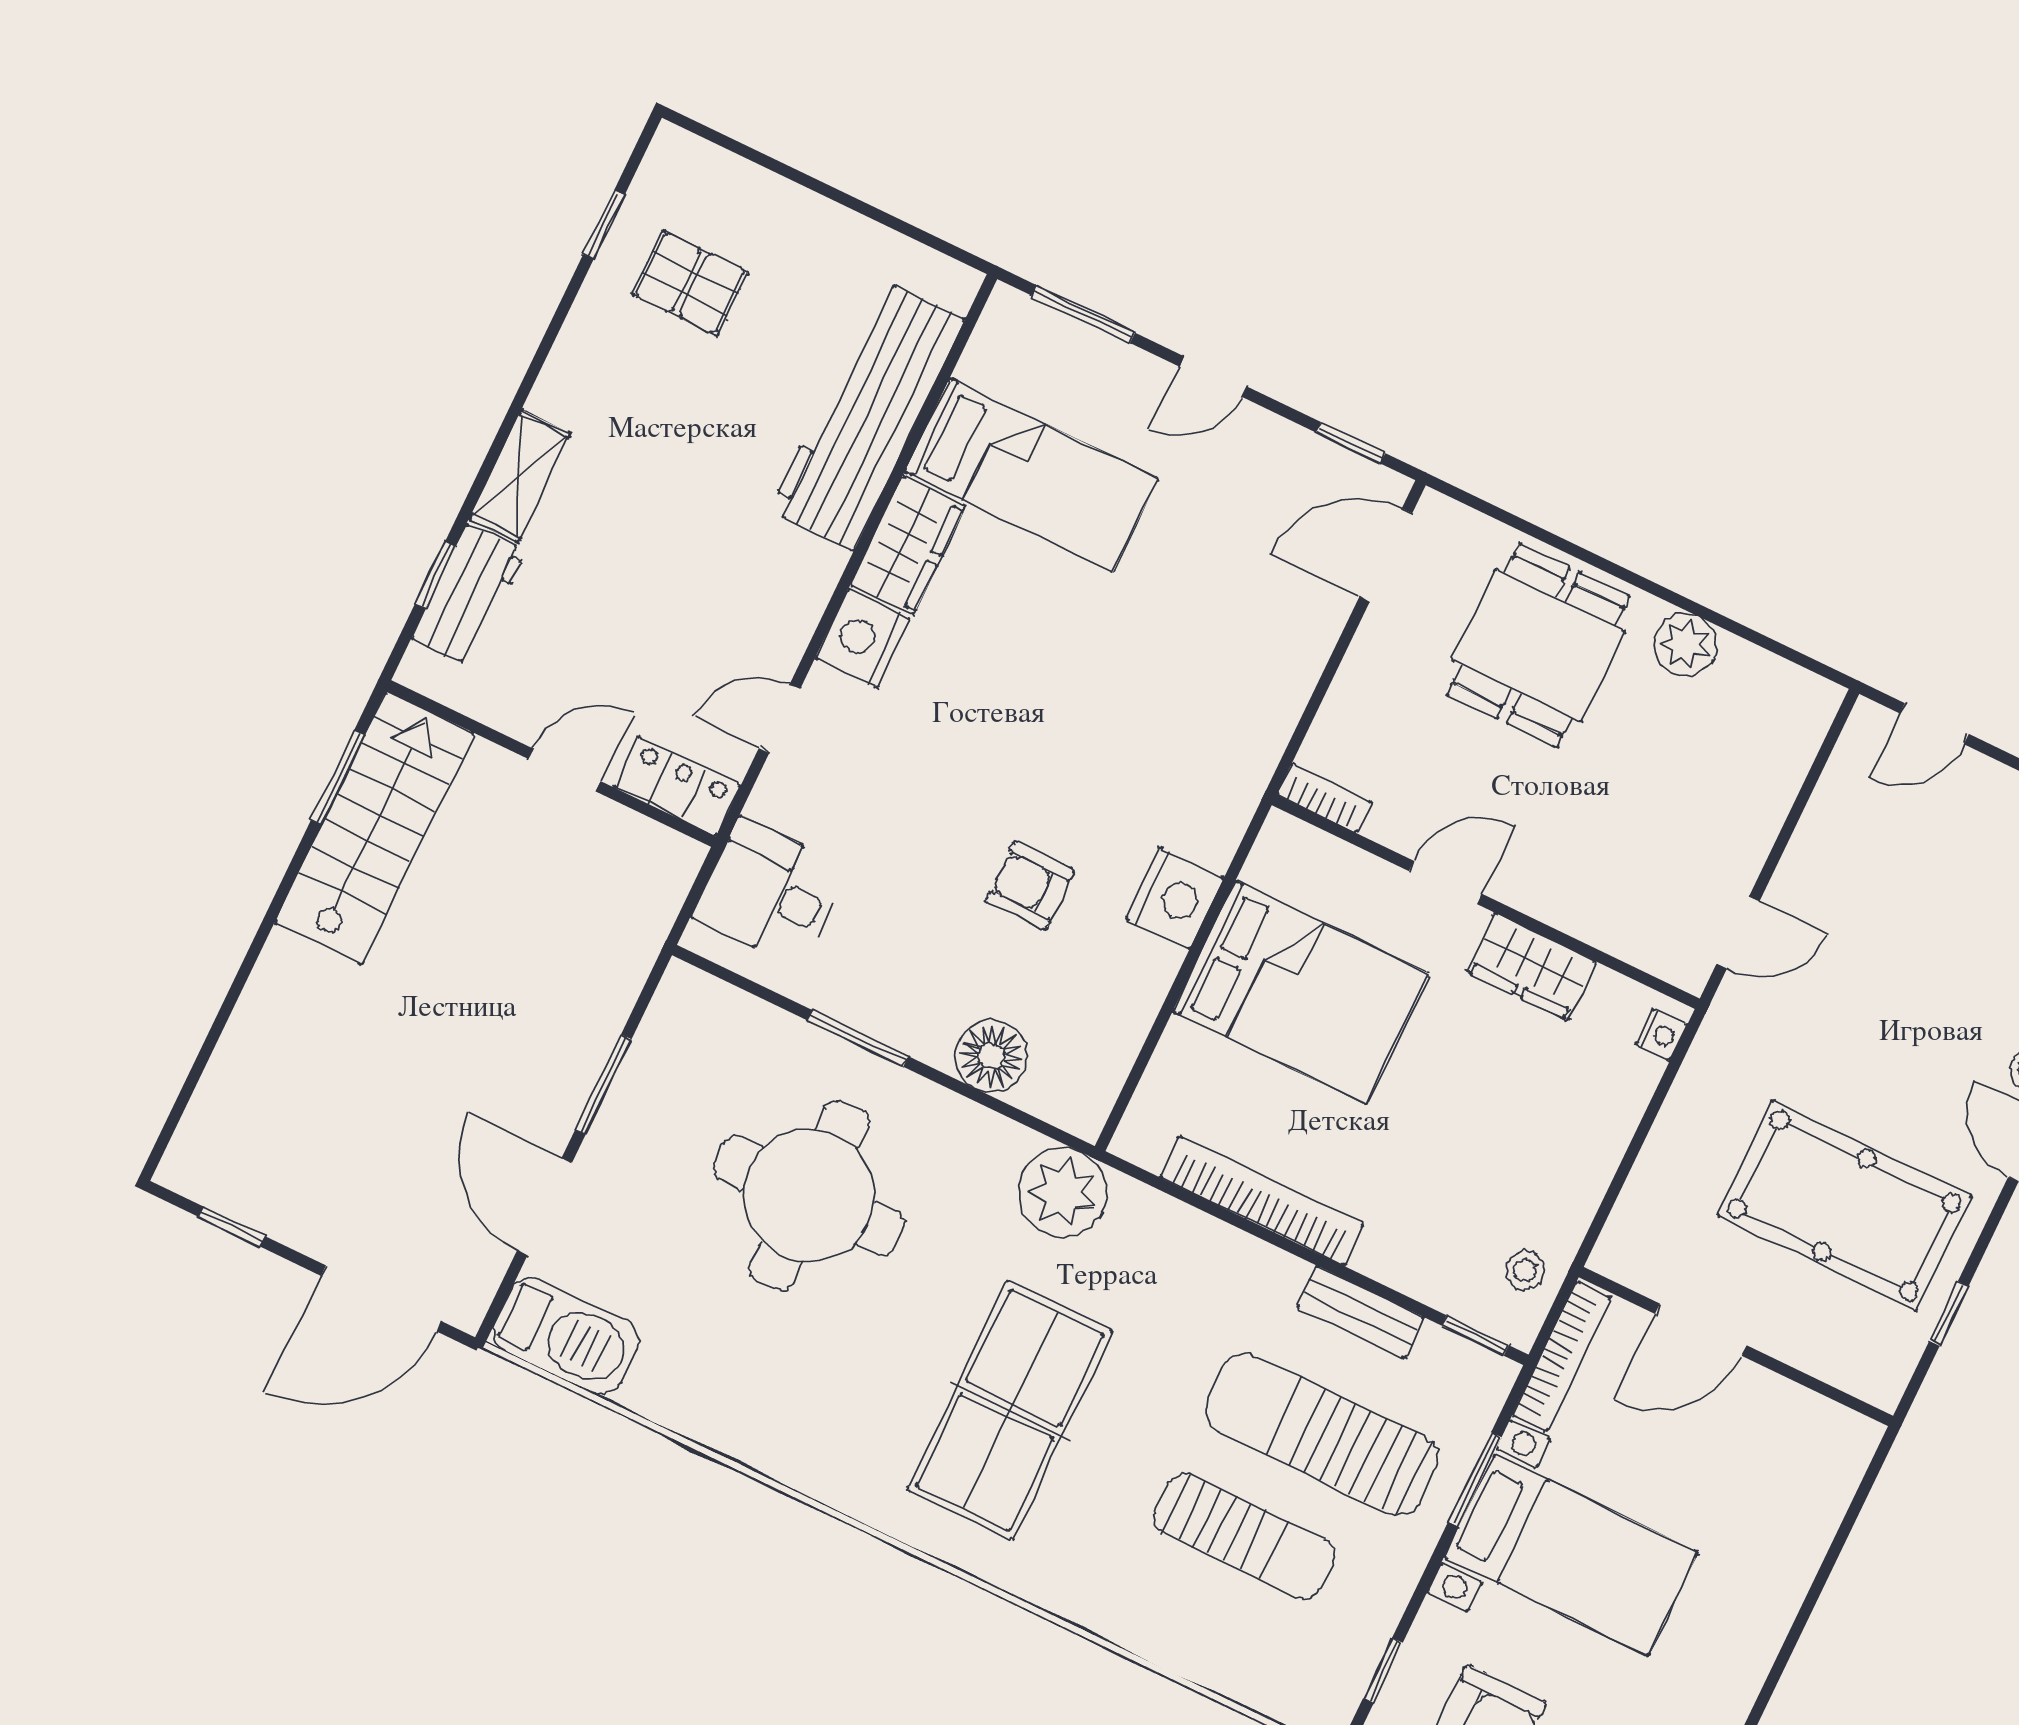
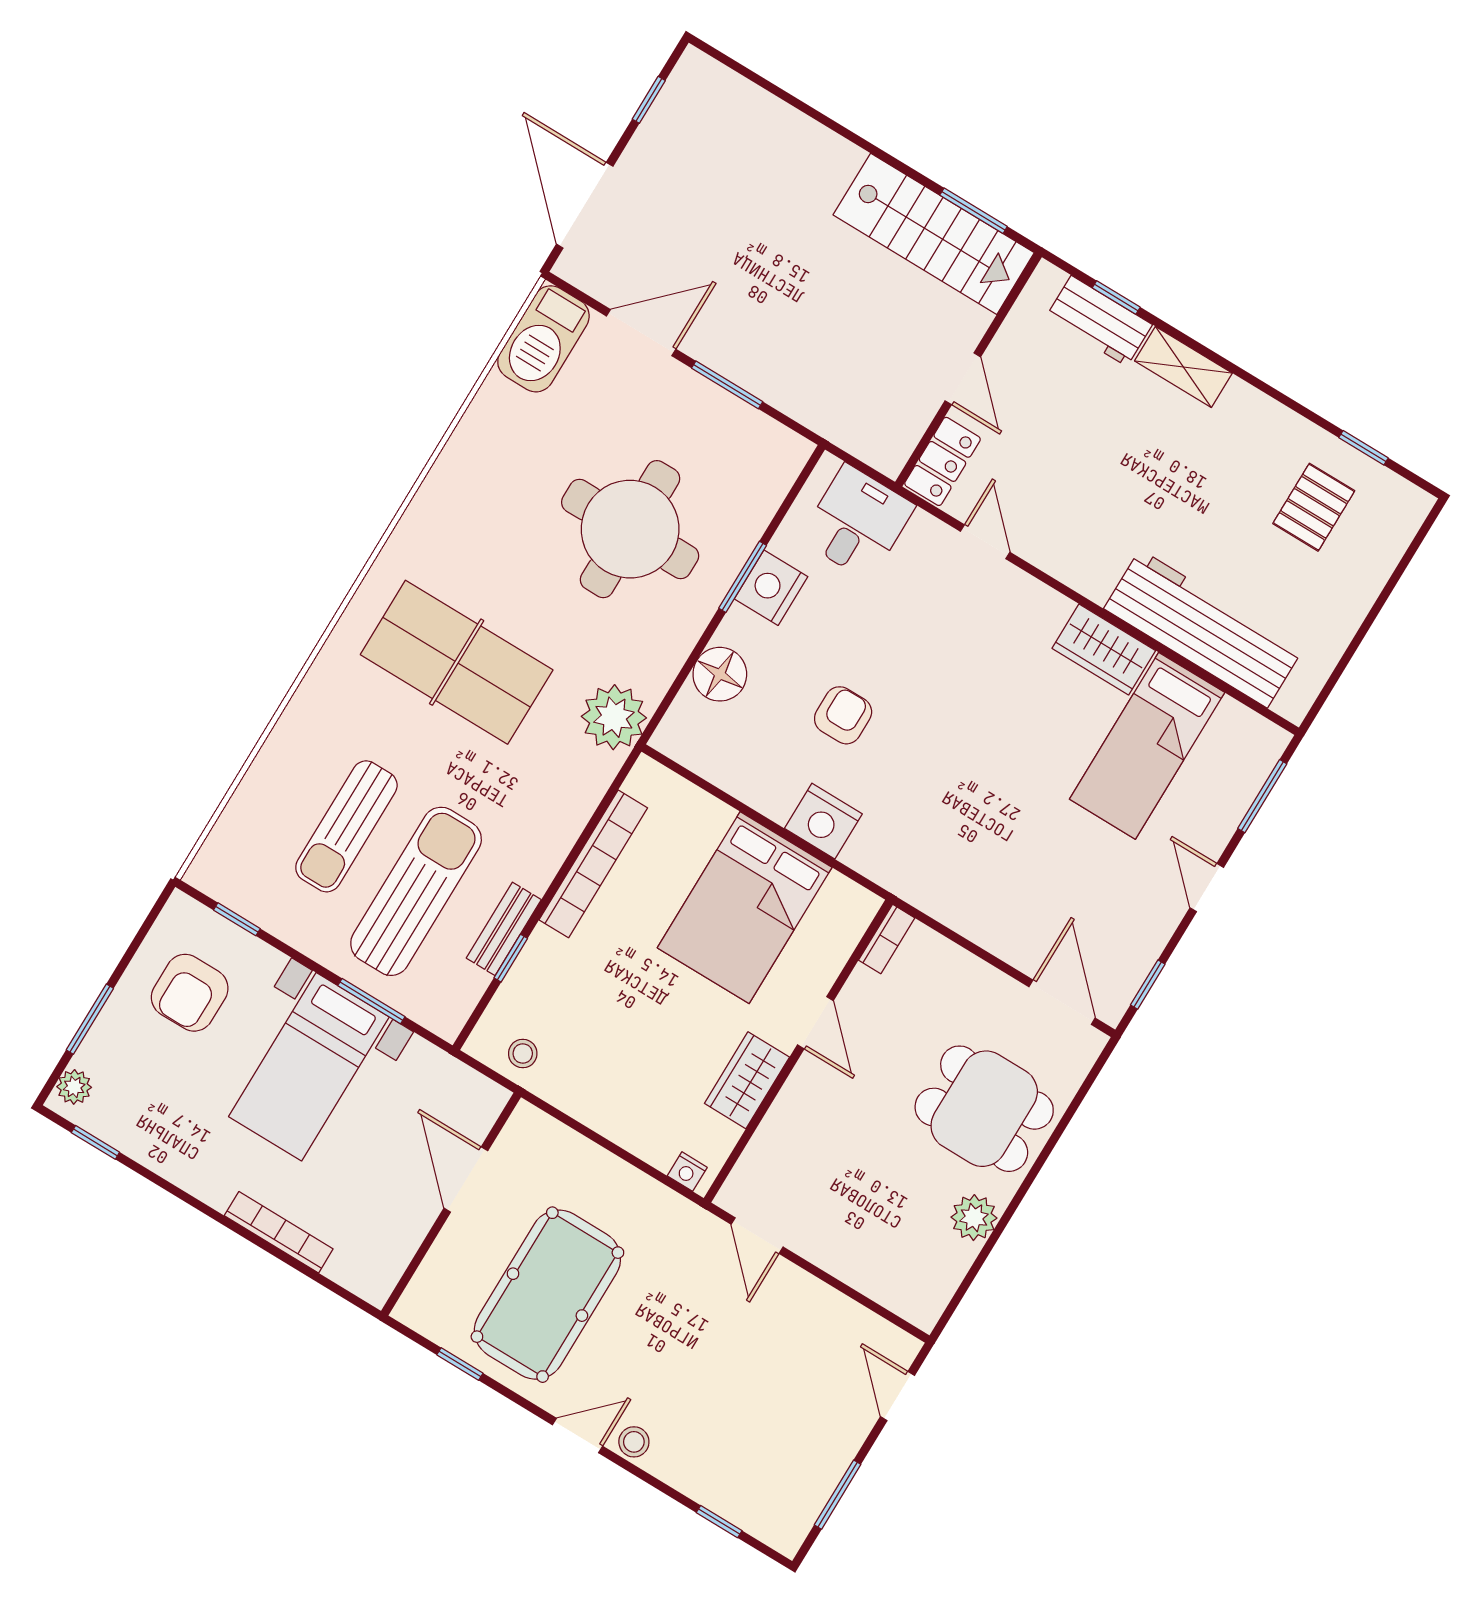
nightstand: (863, 639) -> (771, 588), moved, turned -90
window: (1475, 1335) -> (511, 958), moved
bookcase: (1562, 1356) -> (279, 1232), moved, turned 180

